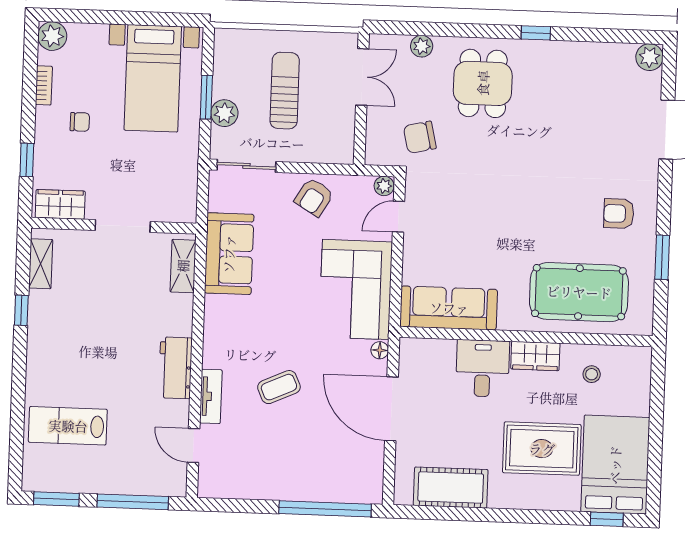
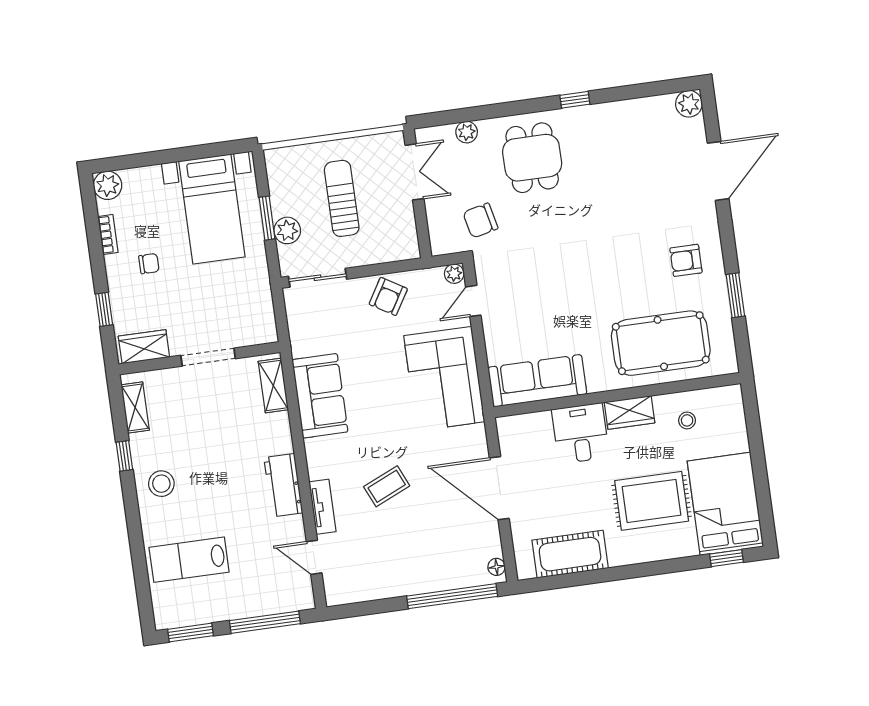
sofa: (229, 254) -> (320, 396), moved
stool: (53, 345) -> (161, 484), added
floor lamp: (380, 350) -> (496, 567), moved

